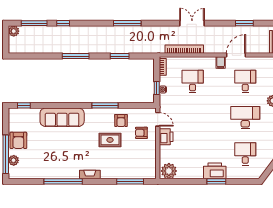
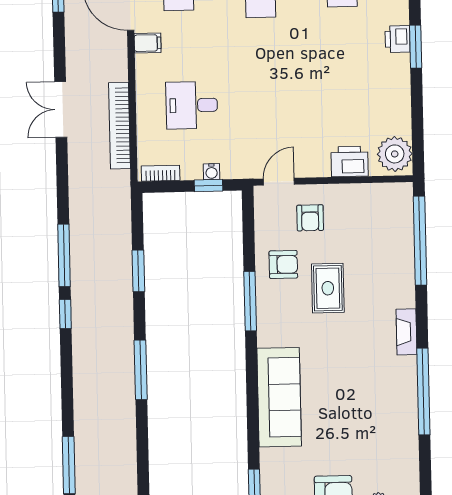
window: (63, 23) -> (65, 314), moved
printer: (166, 137) -> (350, 161), moved
printer: (215, 171) -> (398, 39), width x0.53, depth x0.68
window: (130, 181) -> (420, 241), width x1.46

